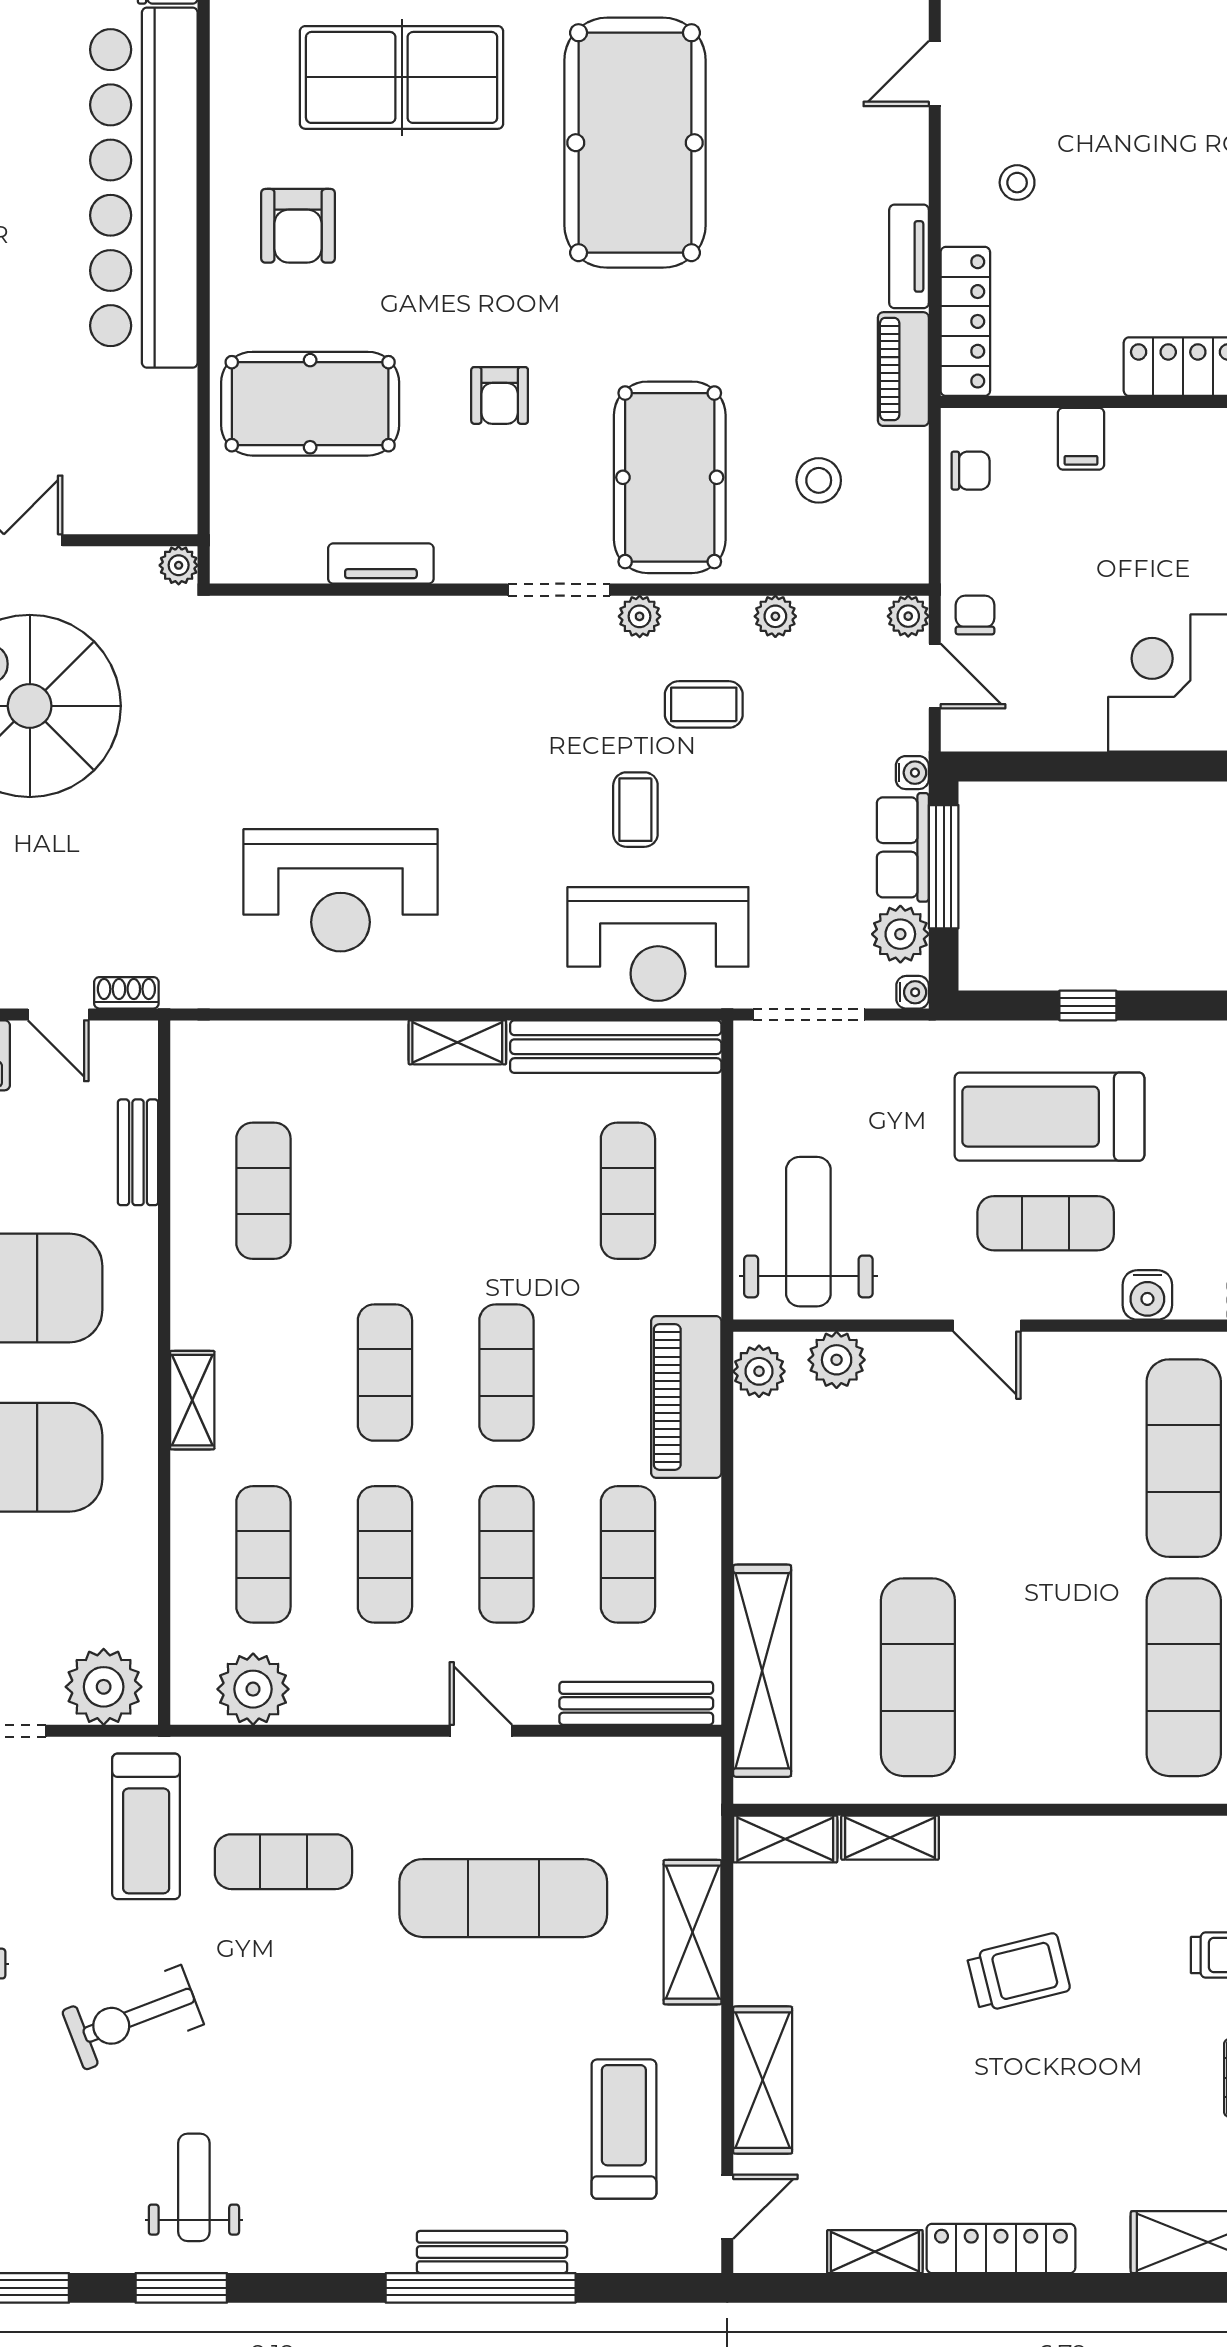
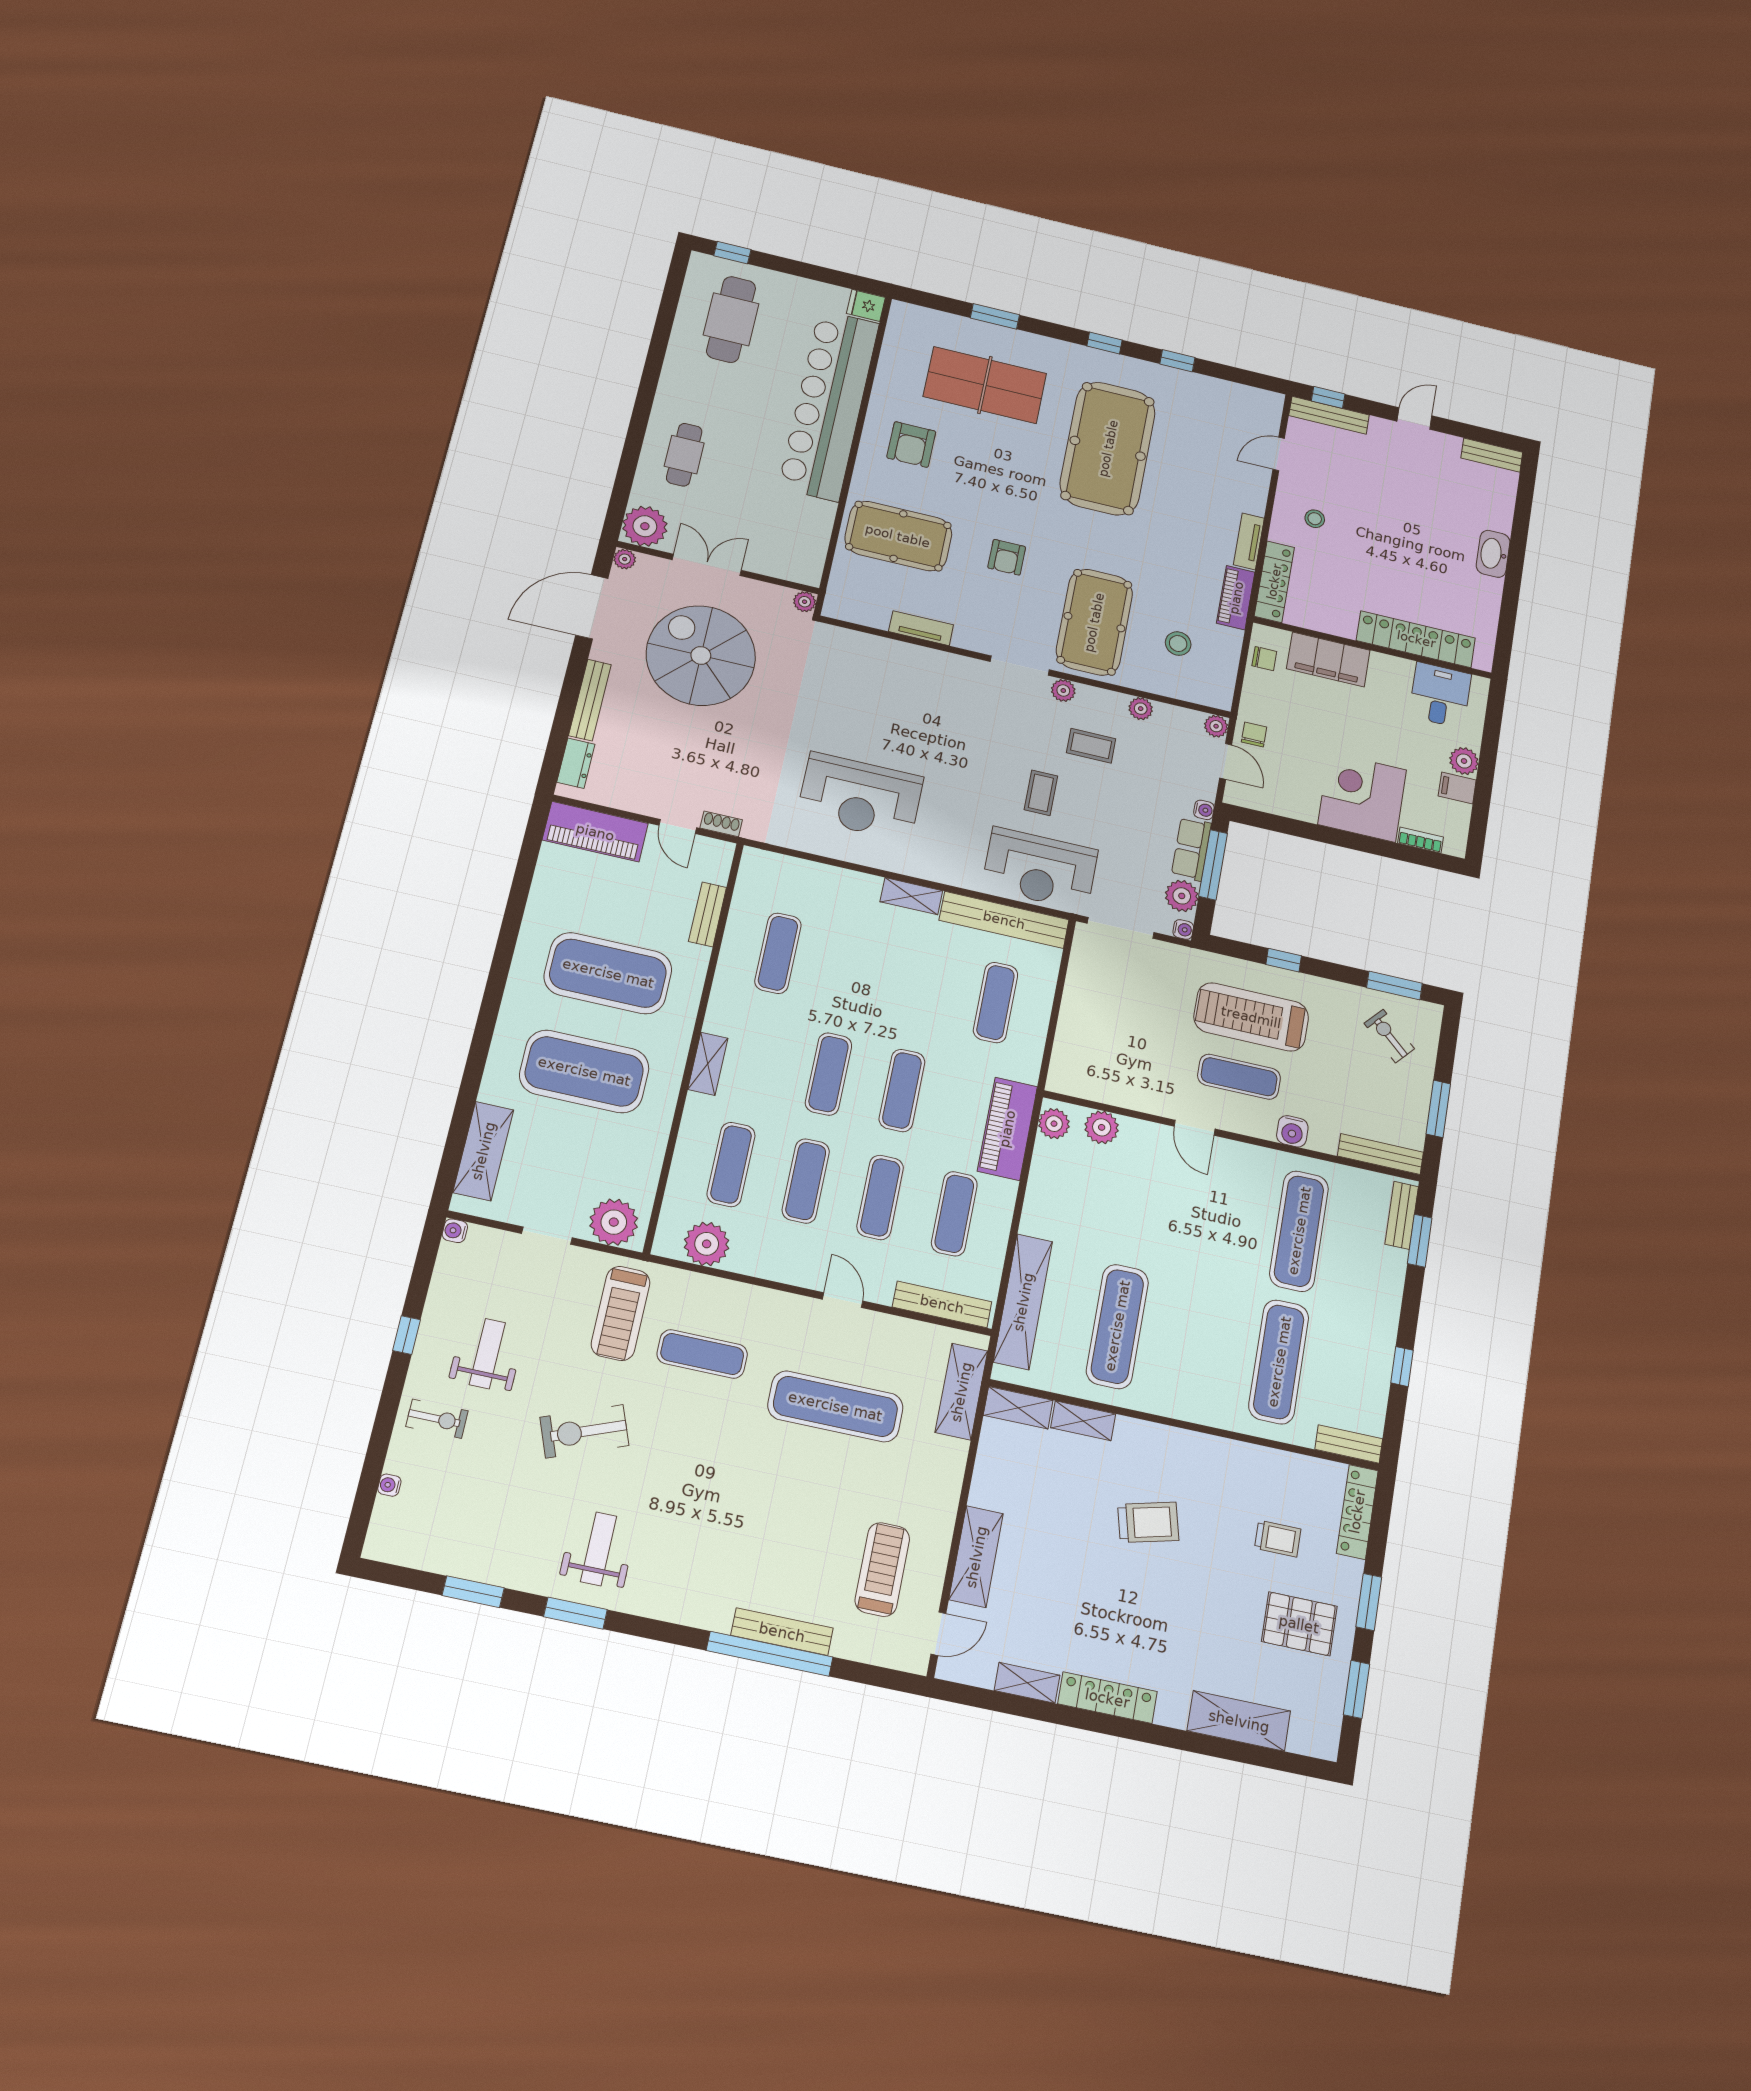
filing cabinet: (1081, 439) -> (1328, 659), width x3.00, depth x1.17
weight bench: (808, 1232) -> (1098, 1050), removed
shelving: (692, 1932) -> (961, 1392), moved

